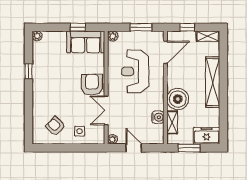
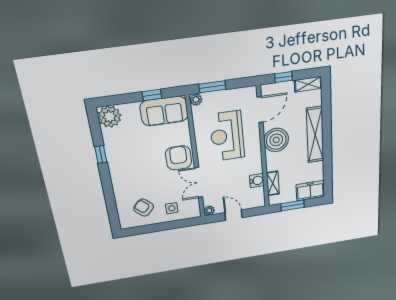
window: (141, 27) -> (212, 87), moved
plant: (37, 36) -> (110, 117), width x1.88, depth x1.88
boiler: (178, 99) -> (276, 140), moved

